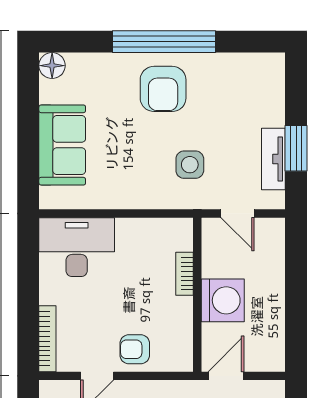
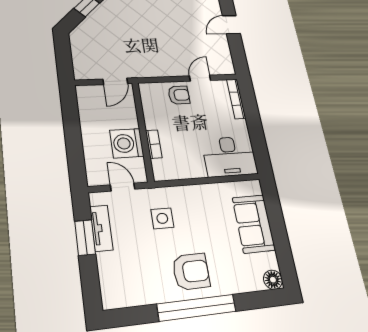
armchair: (163, 89) -> (191, 272), turned 90
washing machine: (223, 300) -> (127, 143), moved

